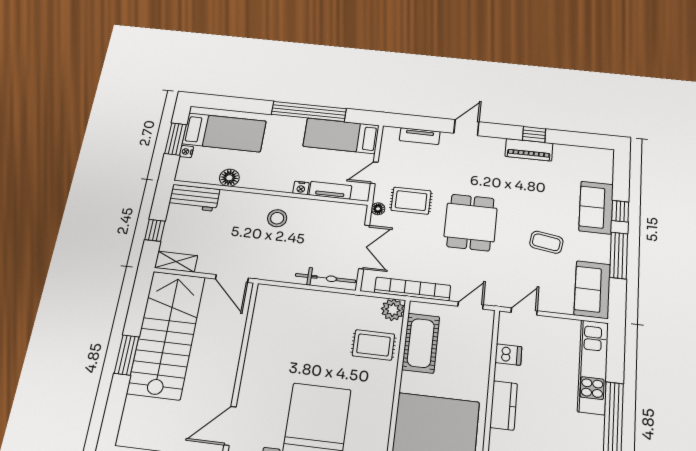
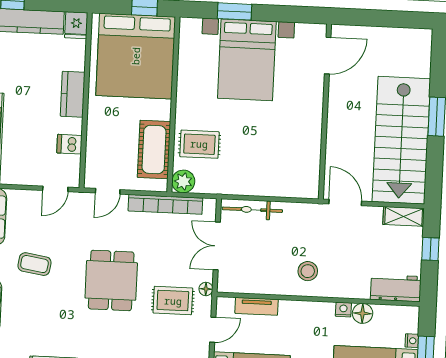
nightstand: (301, 188) -> (343, 310), moved

